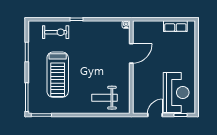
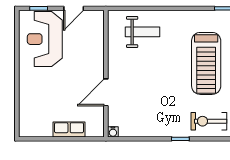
row of seats: (175, 26) -> (69, 130), moved
treadmill: (58, 75) -> (206, 63), turned 180

